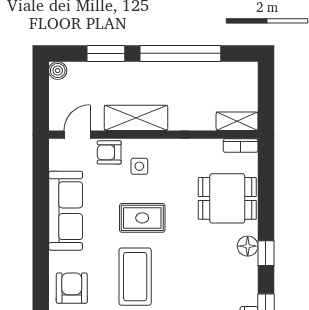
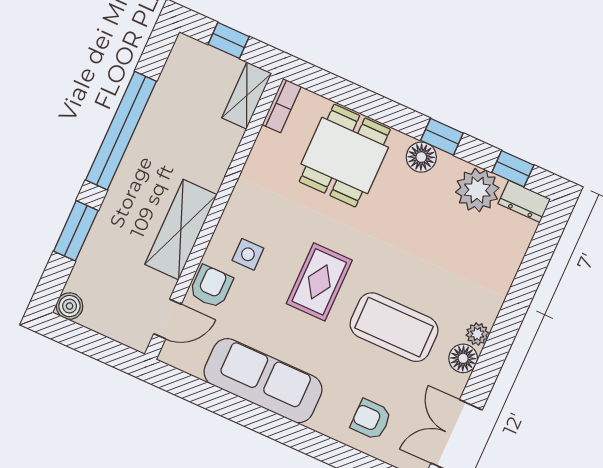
window: (266, 95) -> (229, 40), added
door: (77, 135) -> (168, 319), swing flipped
armchair: (109, 152) -> (211, 287), turned 180
armchair: (72, 288) -> (371, 419), width x0.72, depth x0.72
plant: (243, 290) -> (477, 190), added

